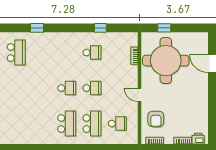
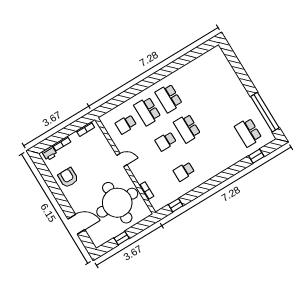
window: (37, 28) -> (256, 156), moved
window: (100, 28) -> (176, 205), moved
window: (164, 28) -> (122, 238), moved
school desk: (67, 88) -> (187, 128), width x1.85
armchair: (156, 119) -> (68, 178), moved

